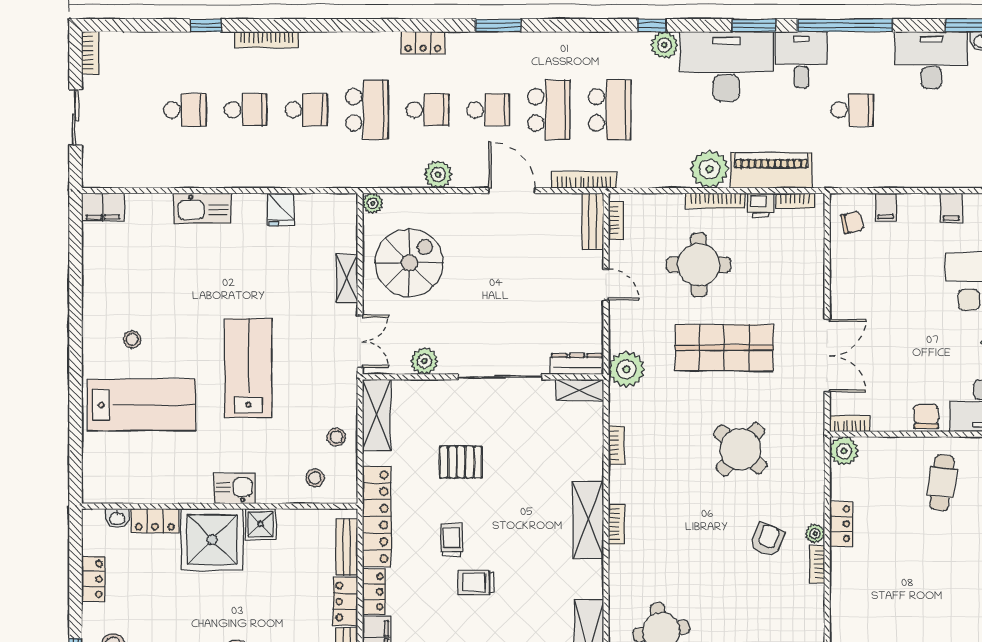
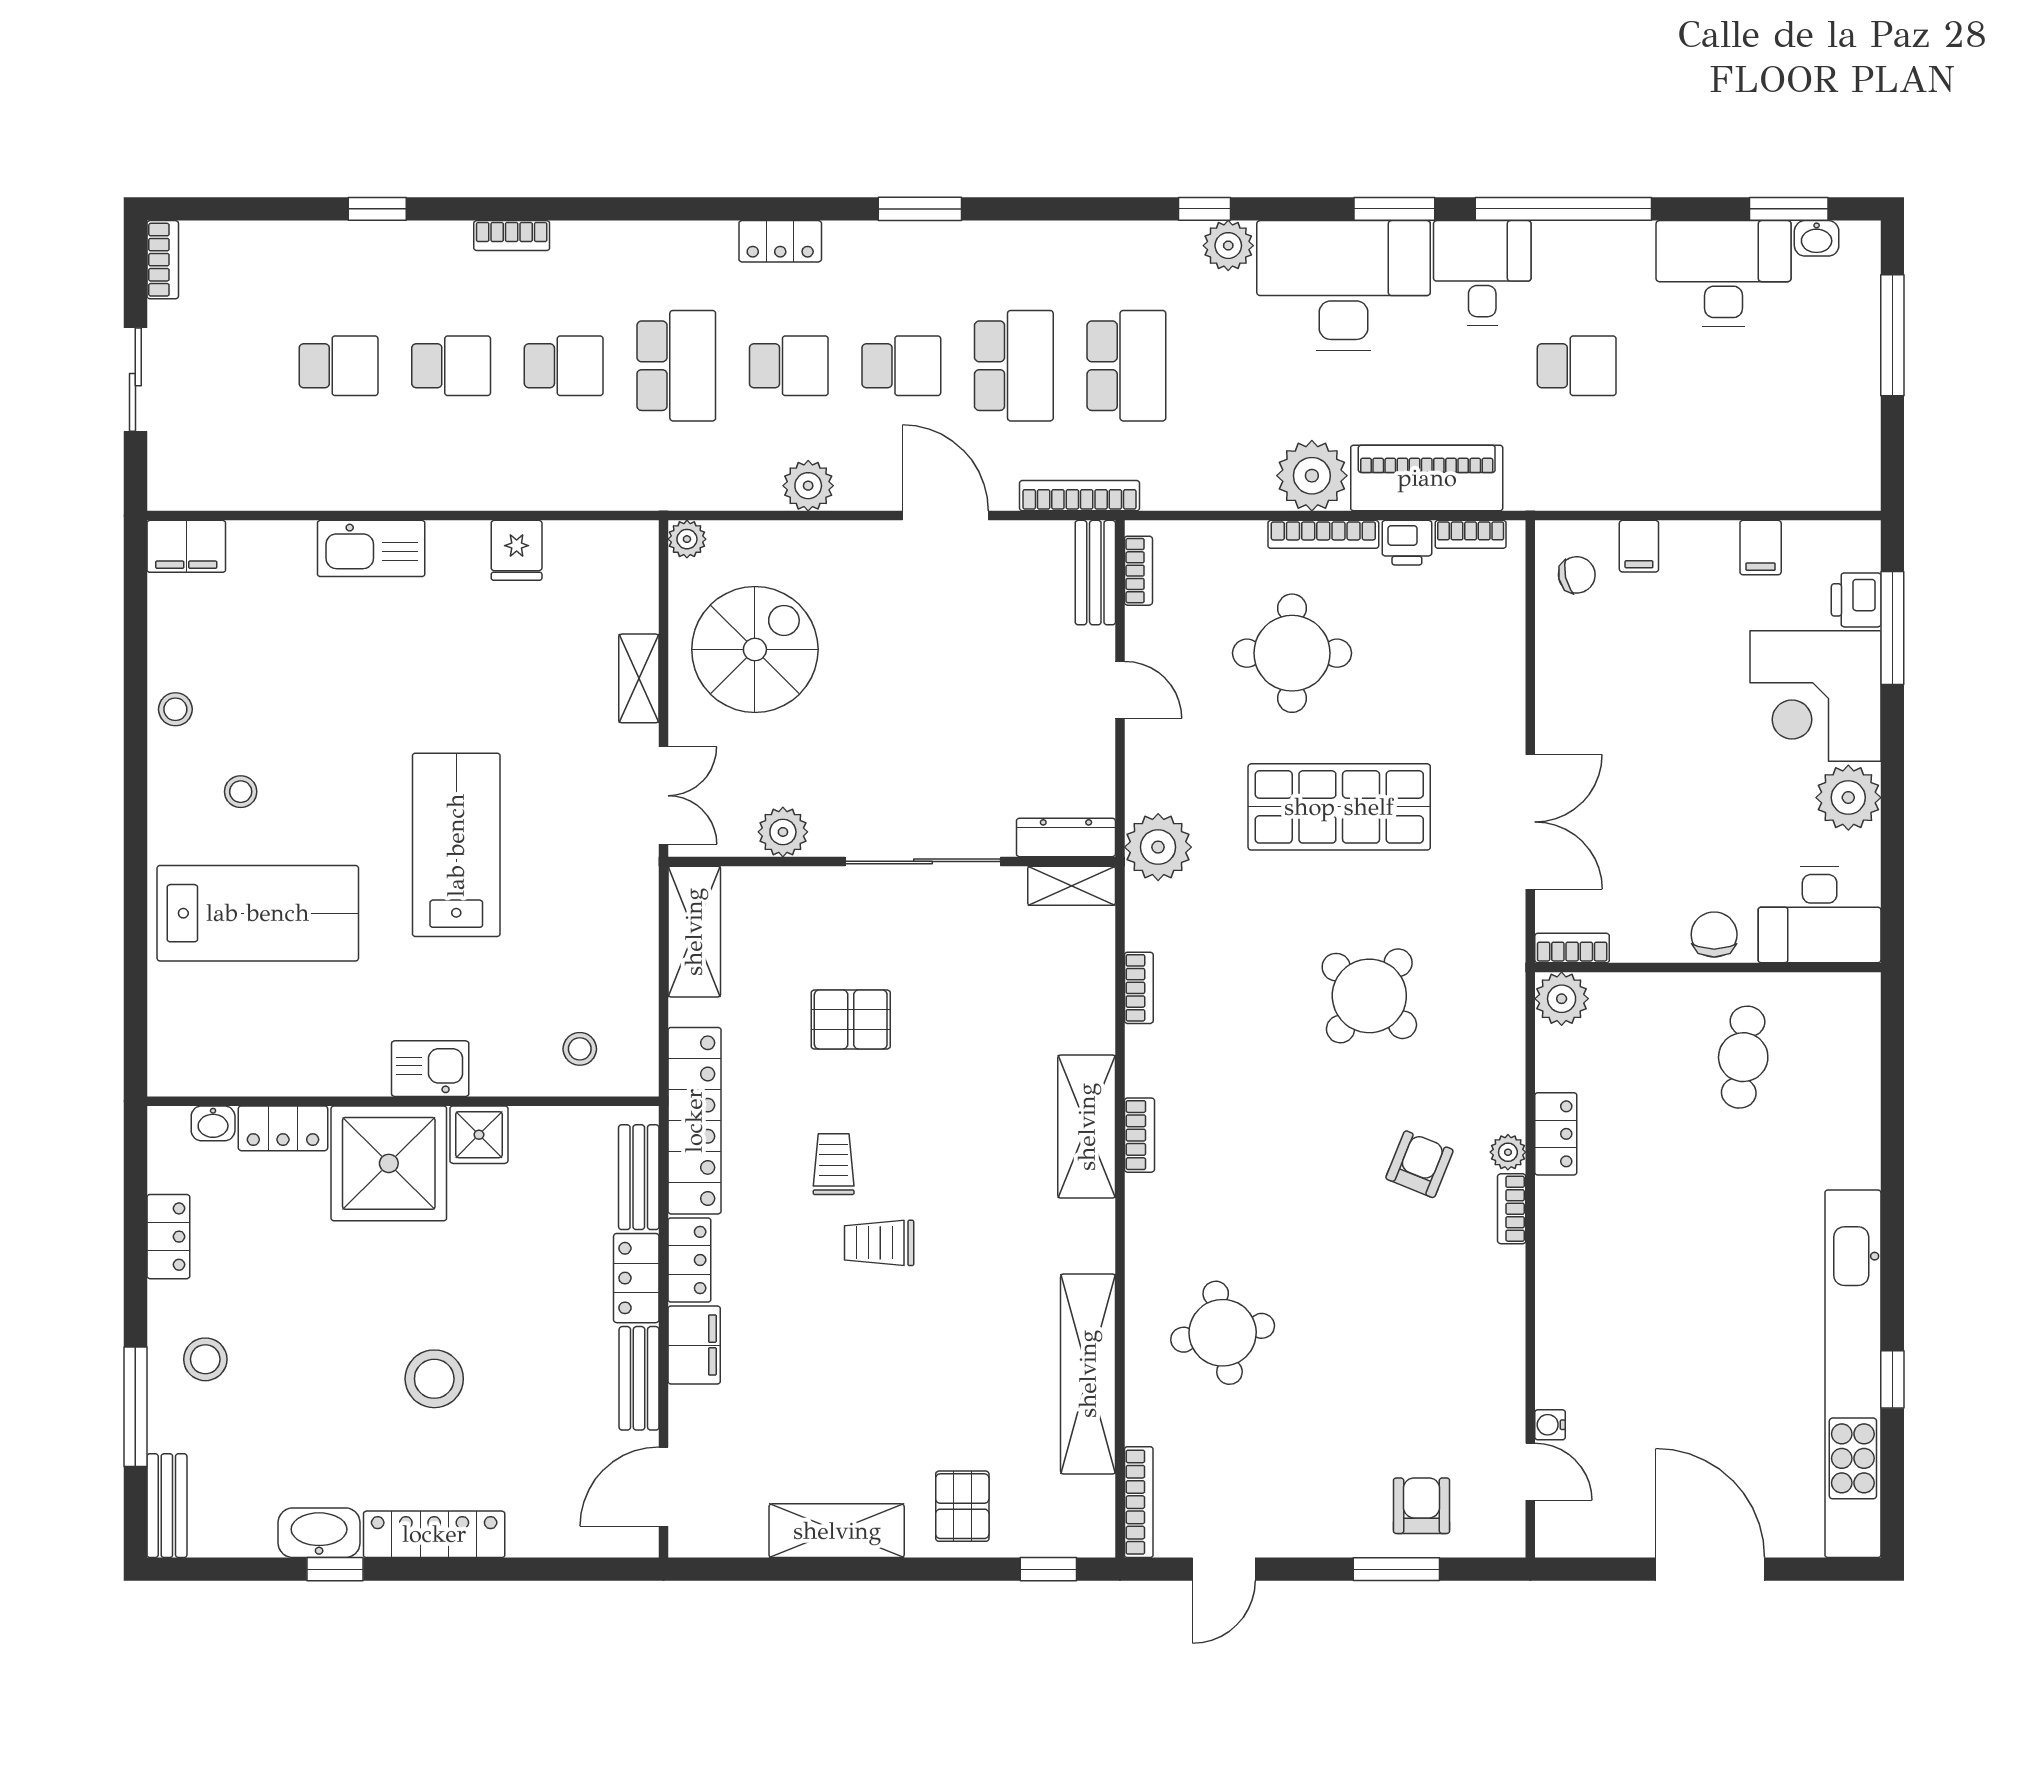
bookcase: (267, 40) -> (512, 236), width x0.64
stool: (336, 437) -> (175, 709), moved

